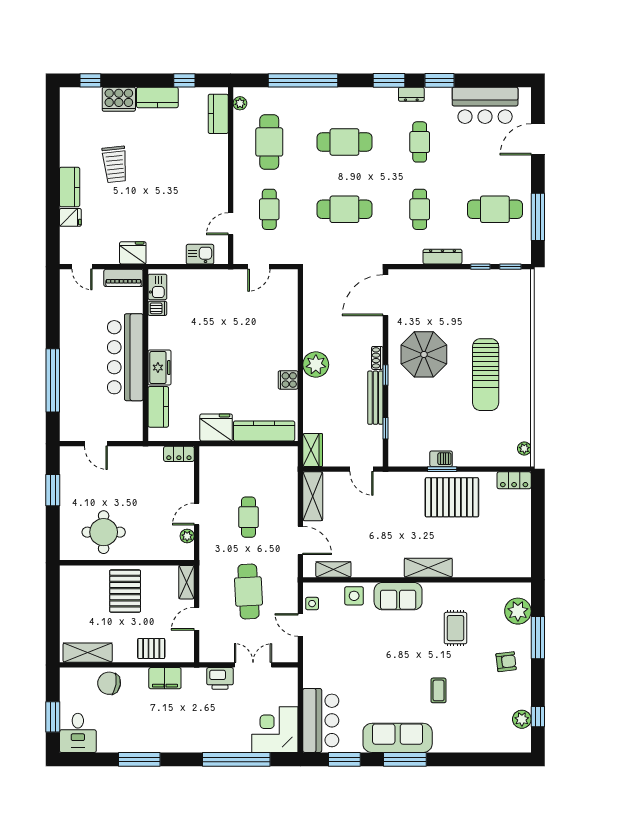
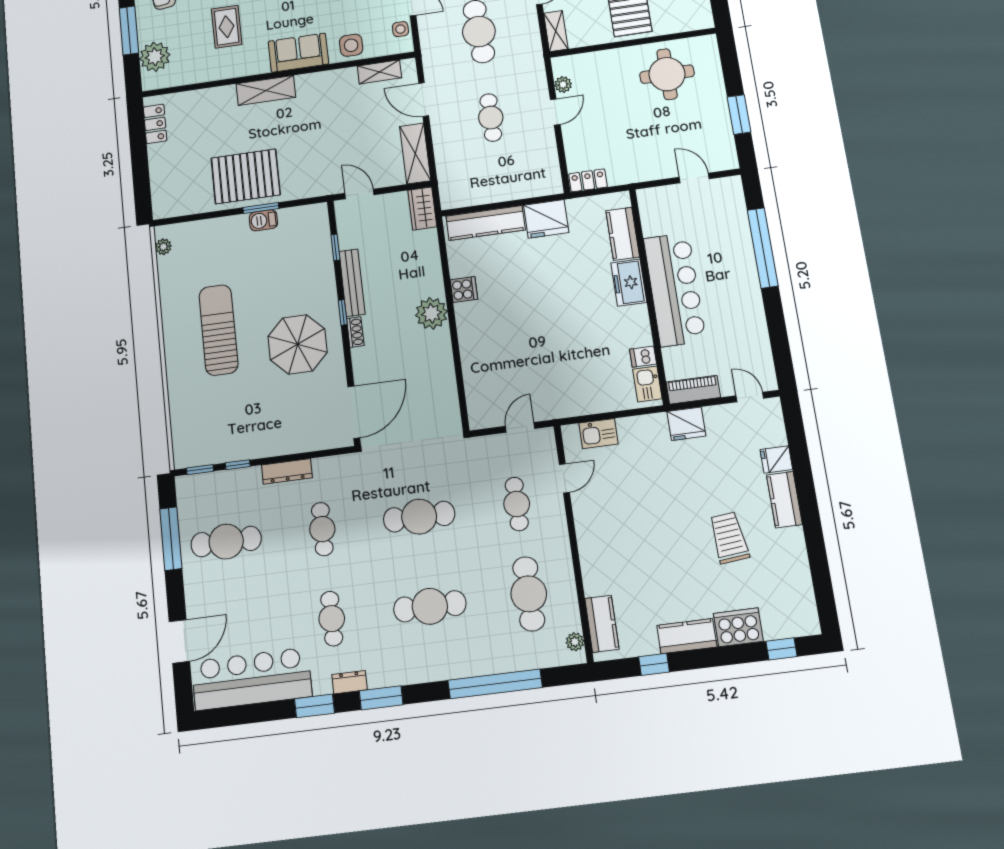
bar counter: (485, 105) -> (252, 679), width x1.36
locker: (514, 480) -> (155, 124), moved, turned 90

